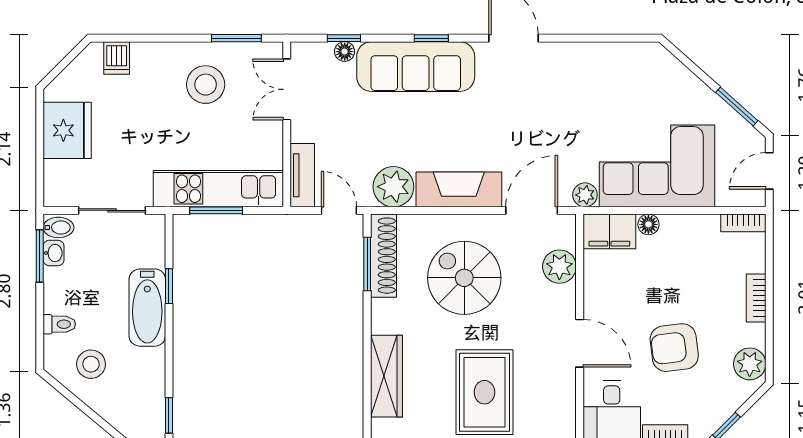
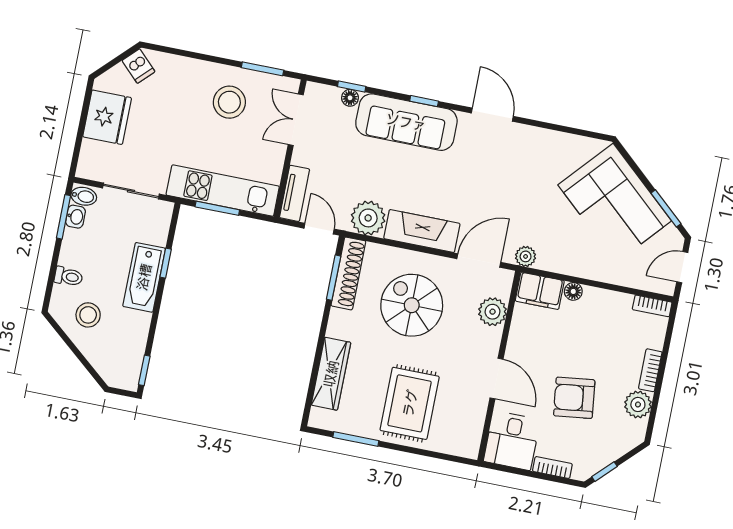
dishwasher: (117, 58) -> (139, 66), moved, turned -45
corner sofa: (657, 166) -> (615, 203), moved, turned -138
plant: (750, 364) -> (638, 404), moved

